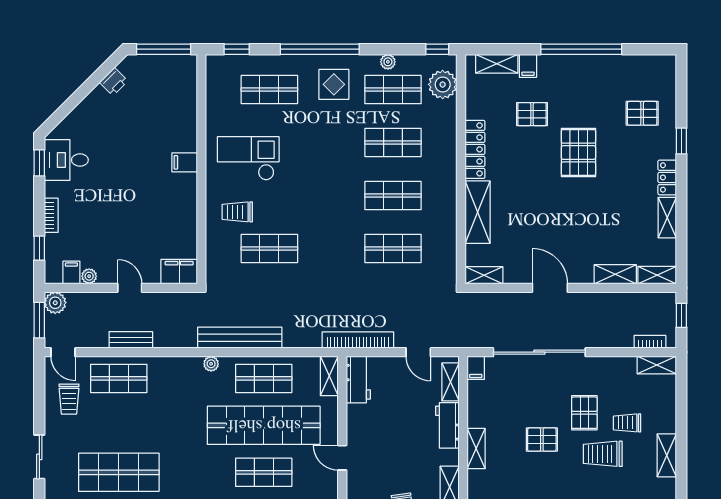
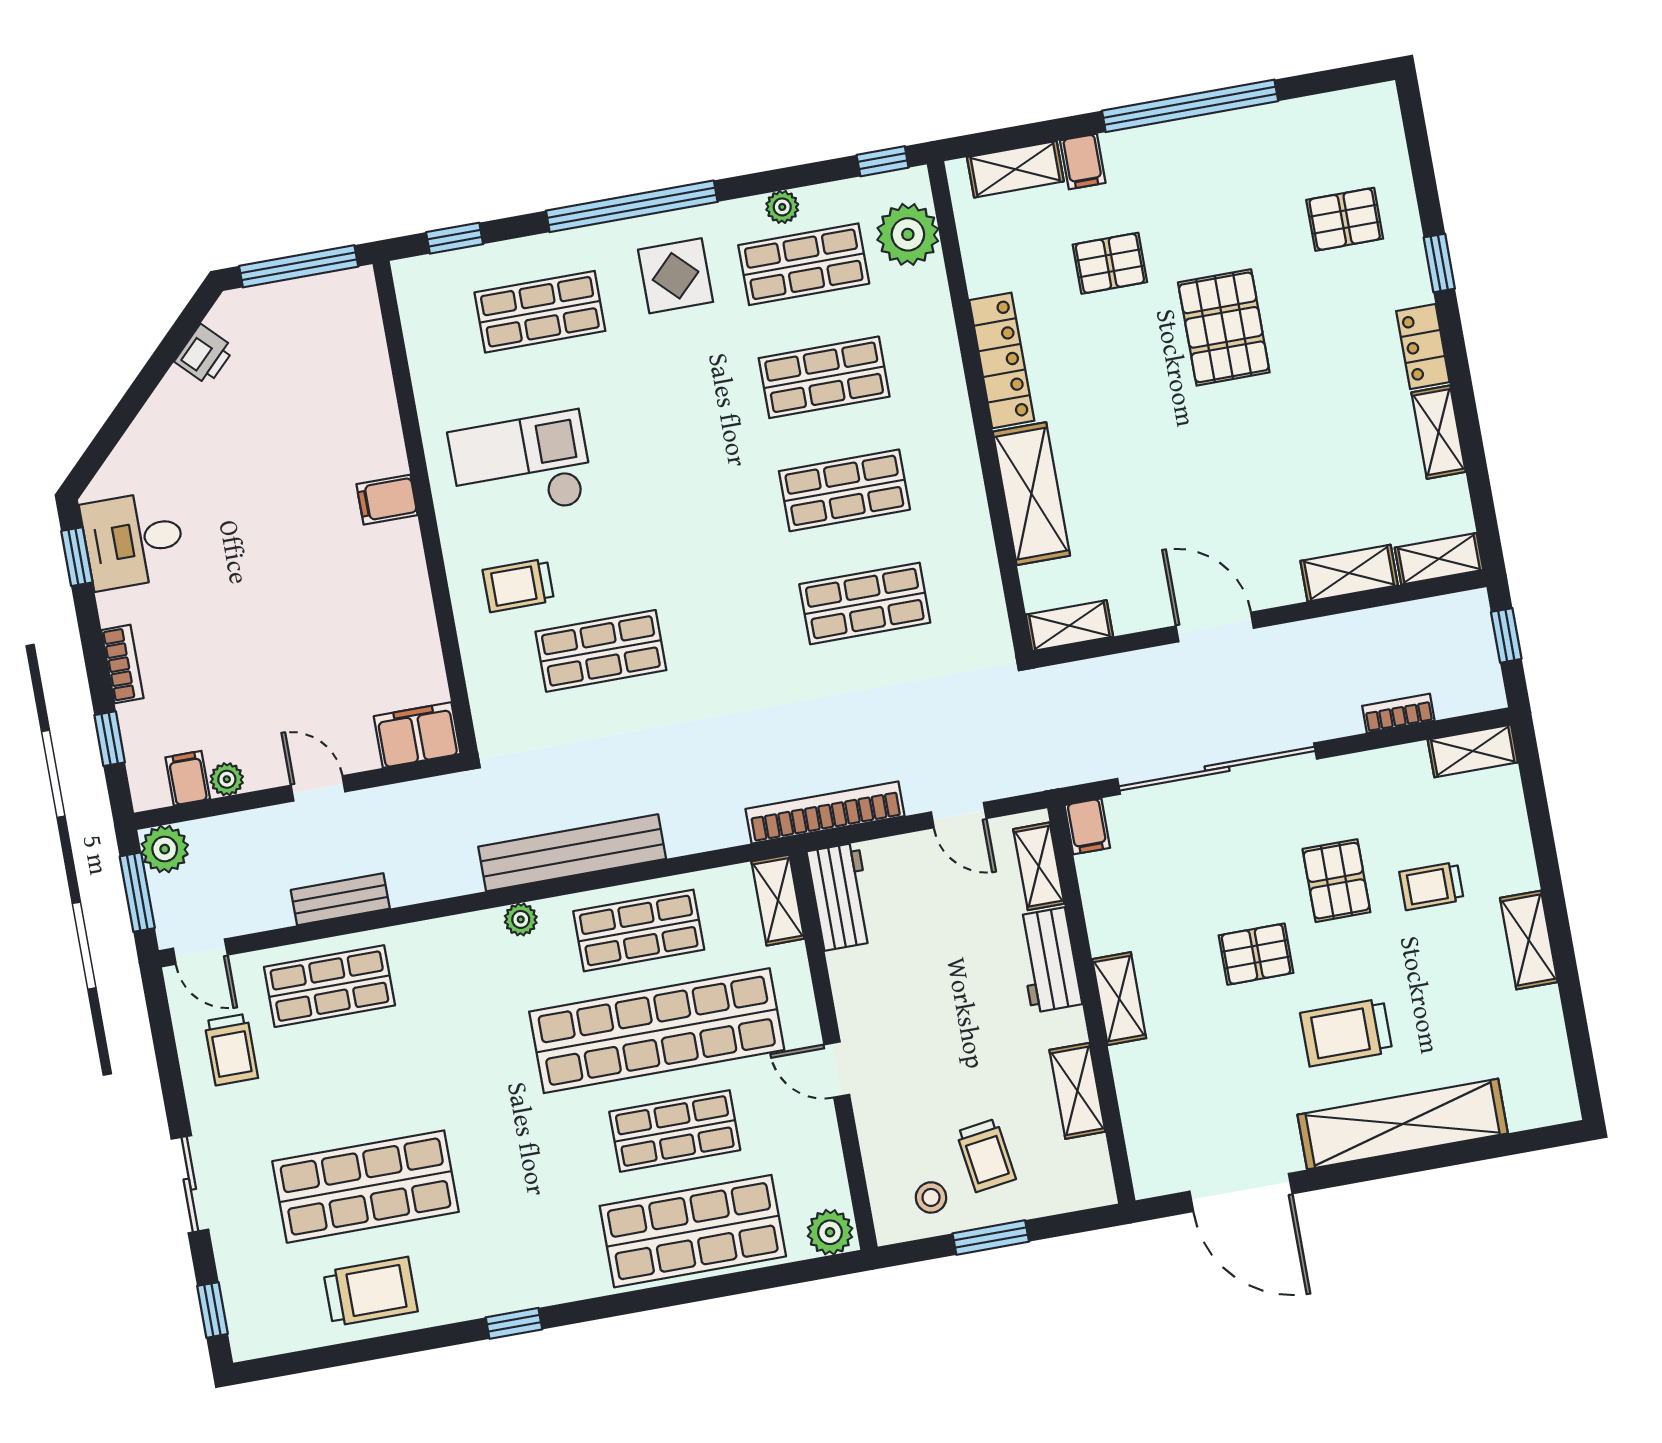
bookcase: (650, 342) -> (1398, 713), moved
trolley: (603, 454) -> (1346, 1032), moved

